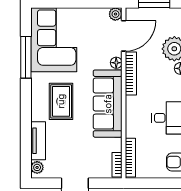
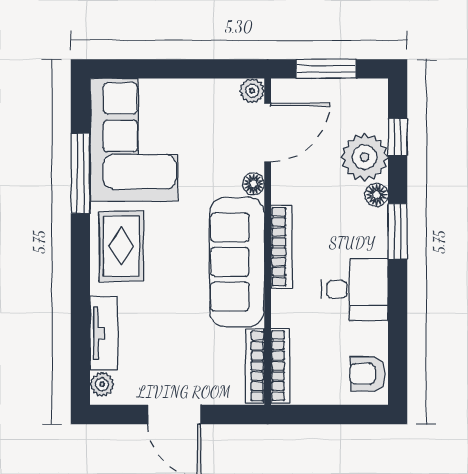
bookcase: (131, 73) -> (281, 247), moved
rug: (61, 101) -> (121, 246), moved
bookcase: (117, 165) -> (255, 366), width x1.56

